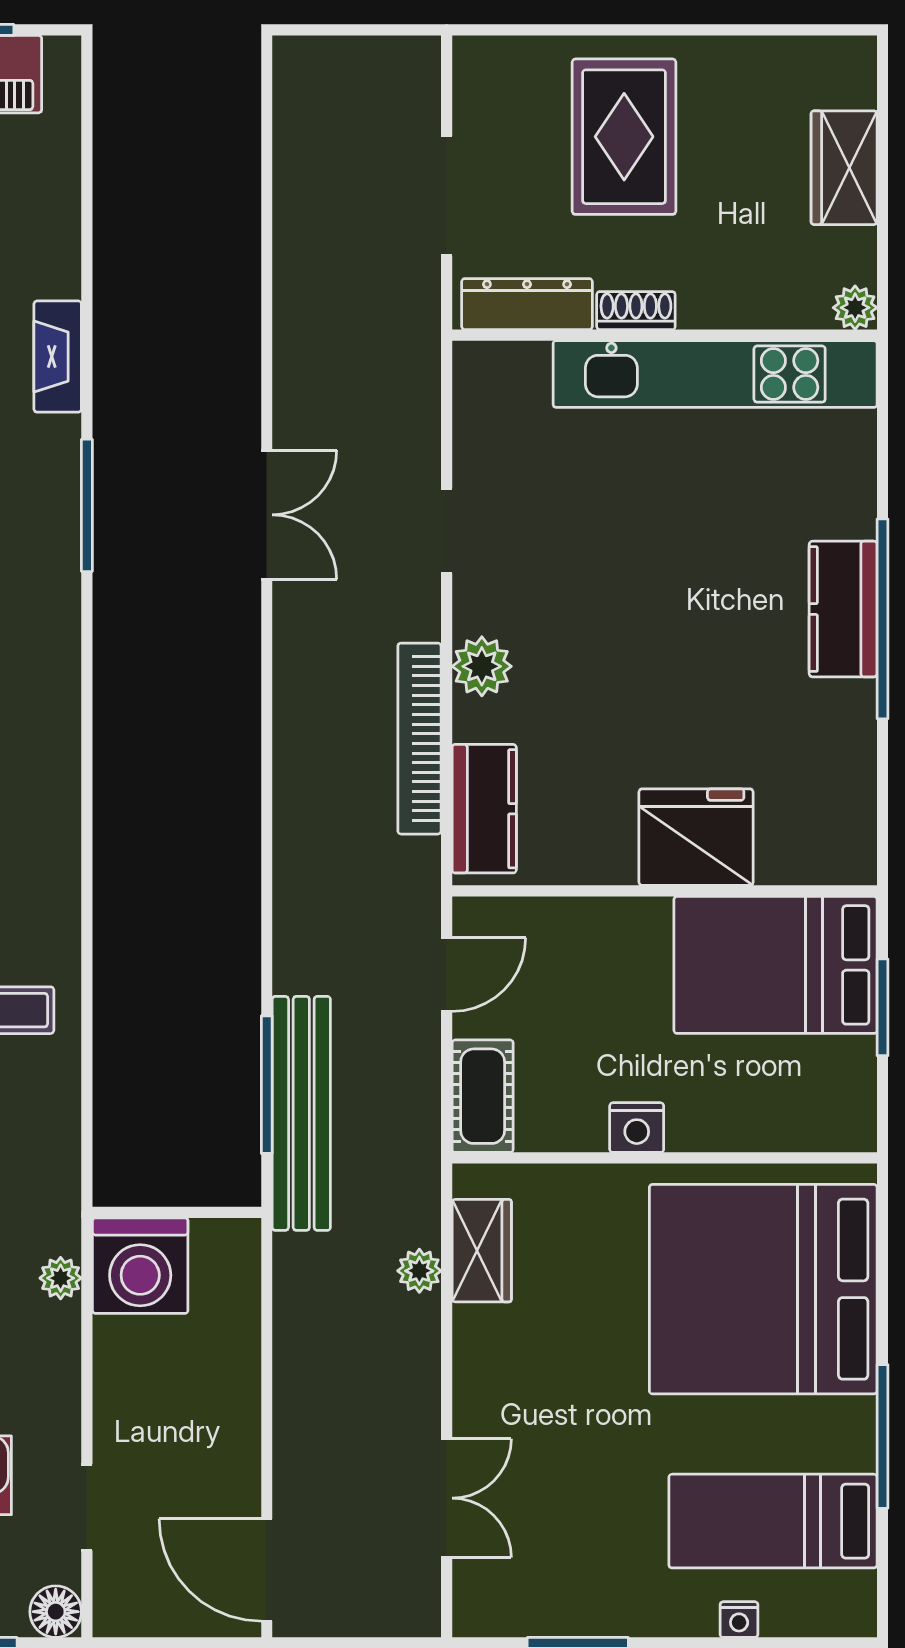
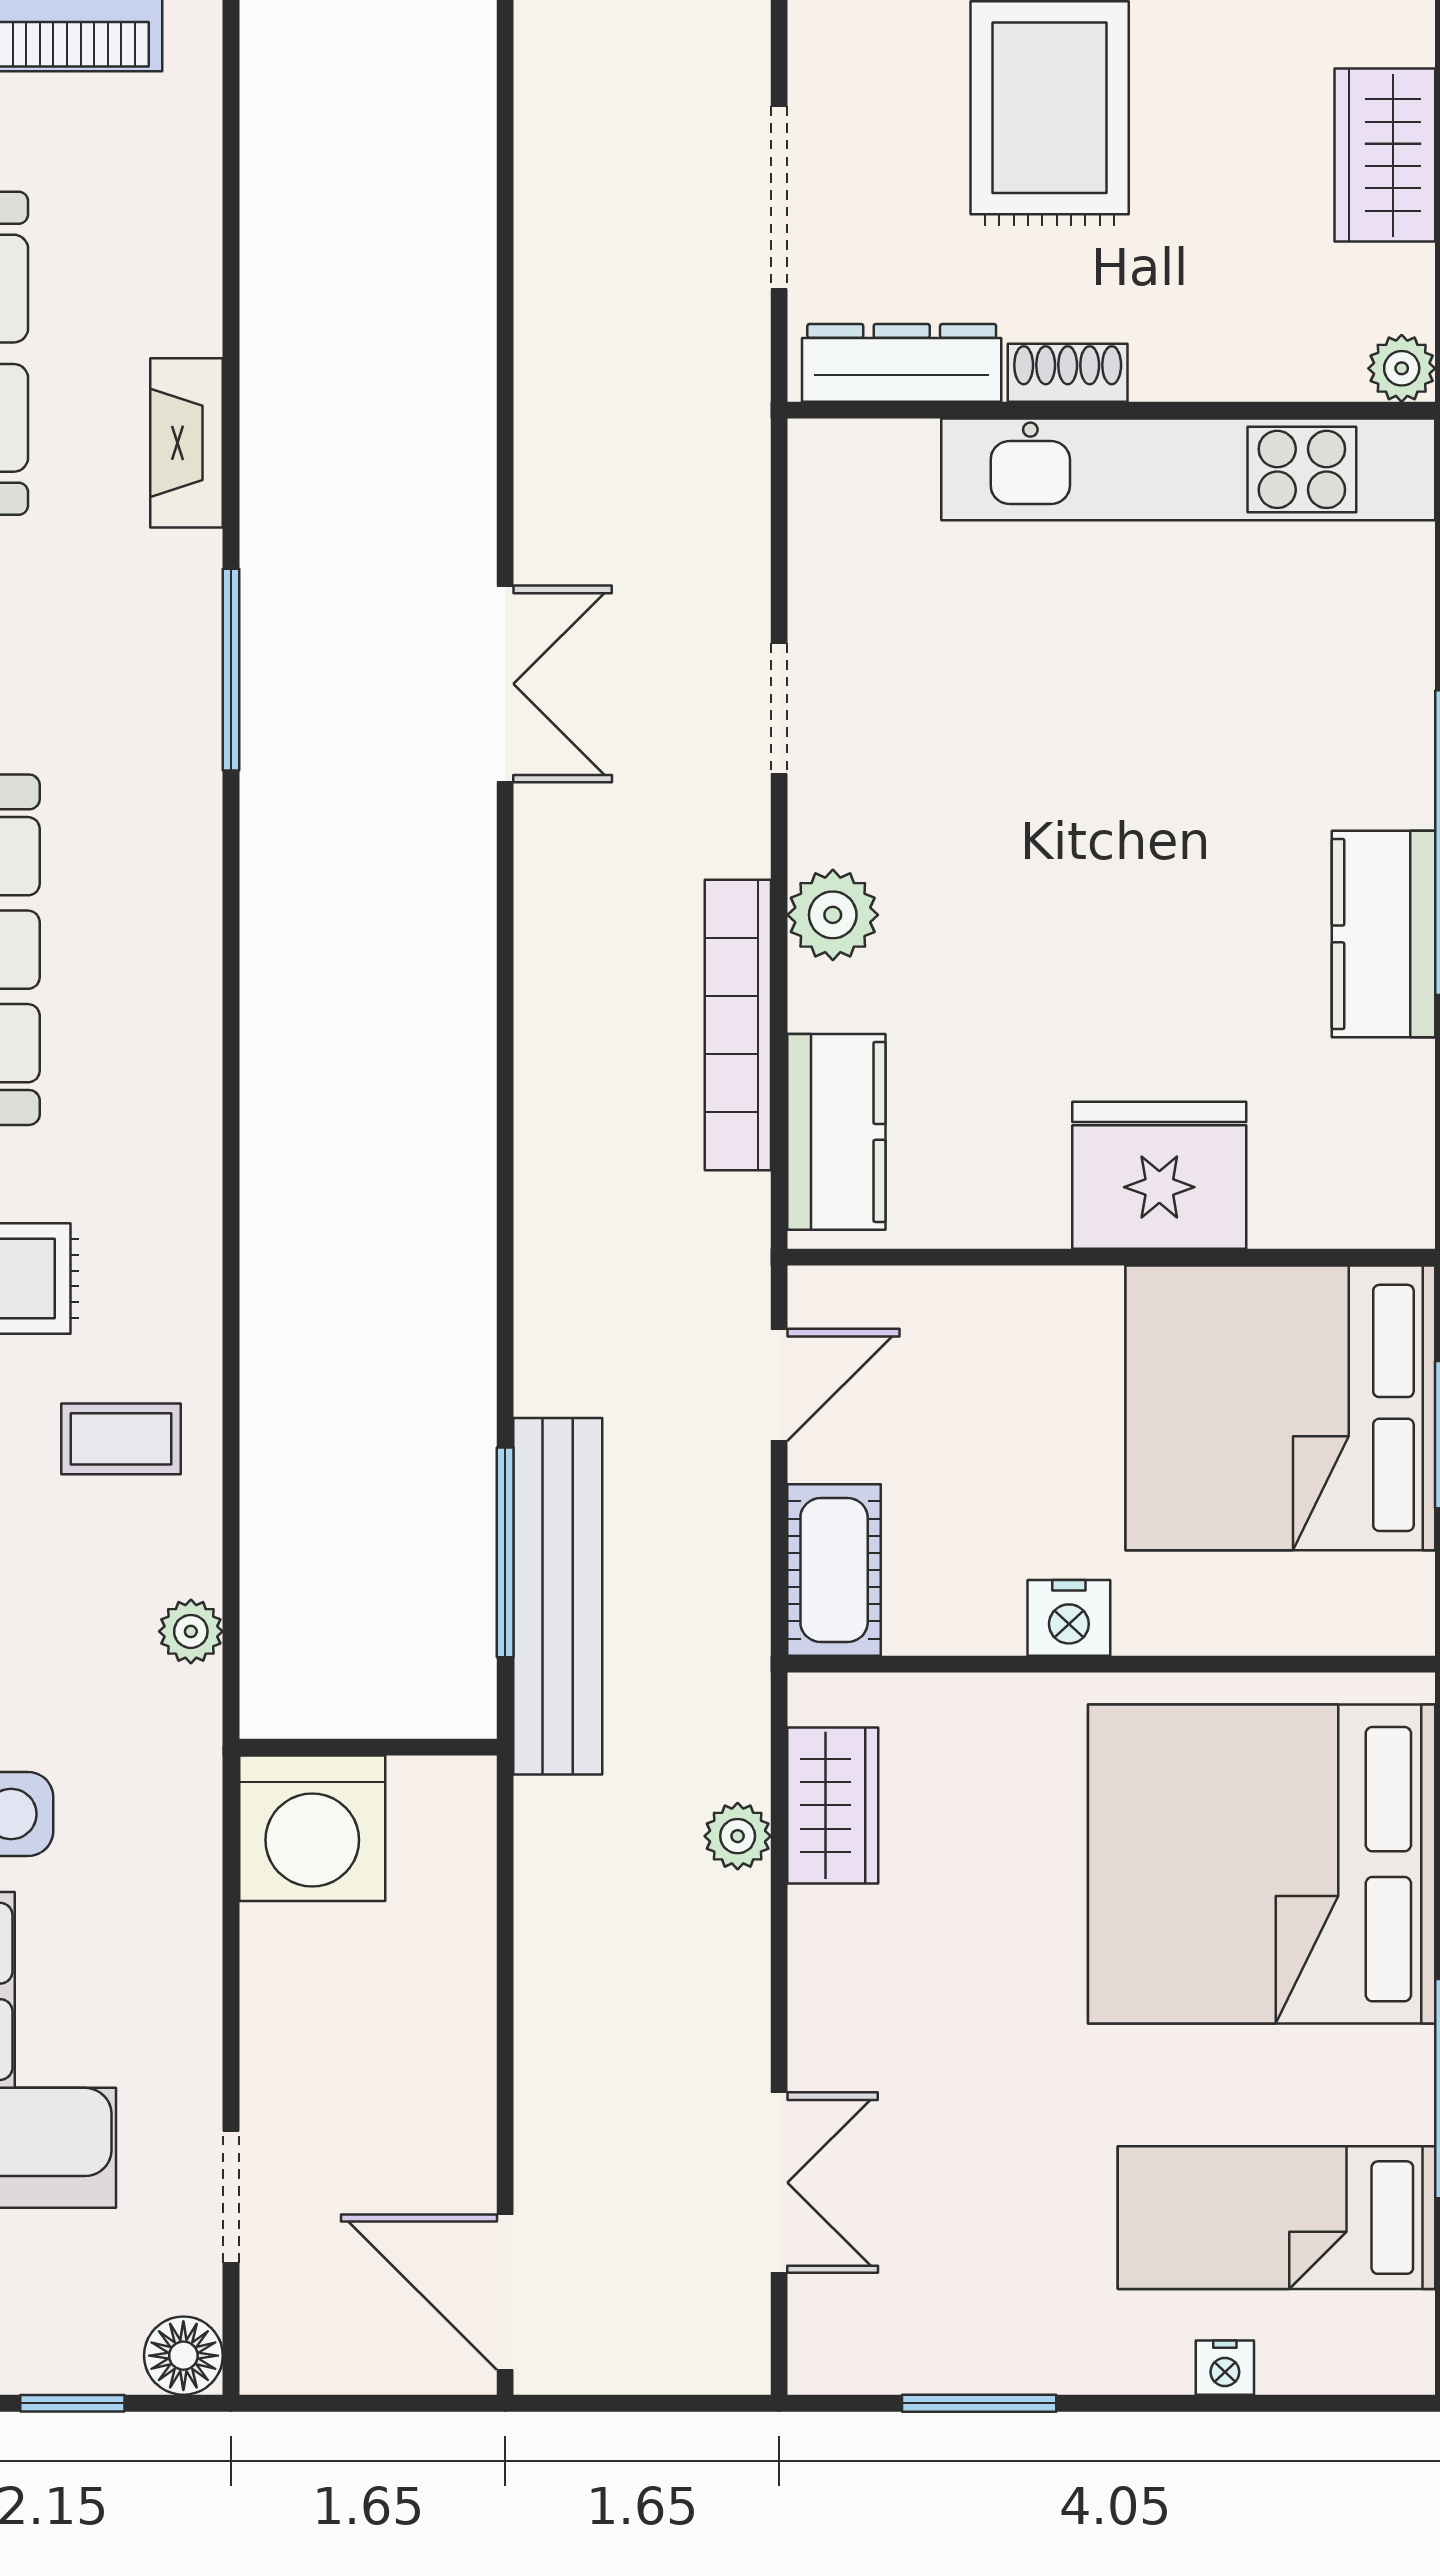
kitchen counter: (843, 609) -> (1384, 934), moved
bed: (775, 965) -> (1280, 1408), width x1.36
plant: (61, 1278) -> (191, 1631), moved

